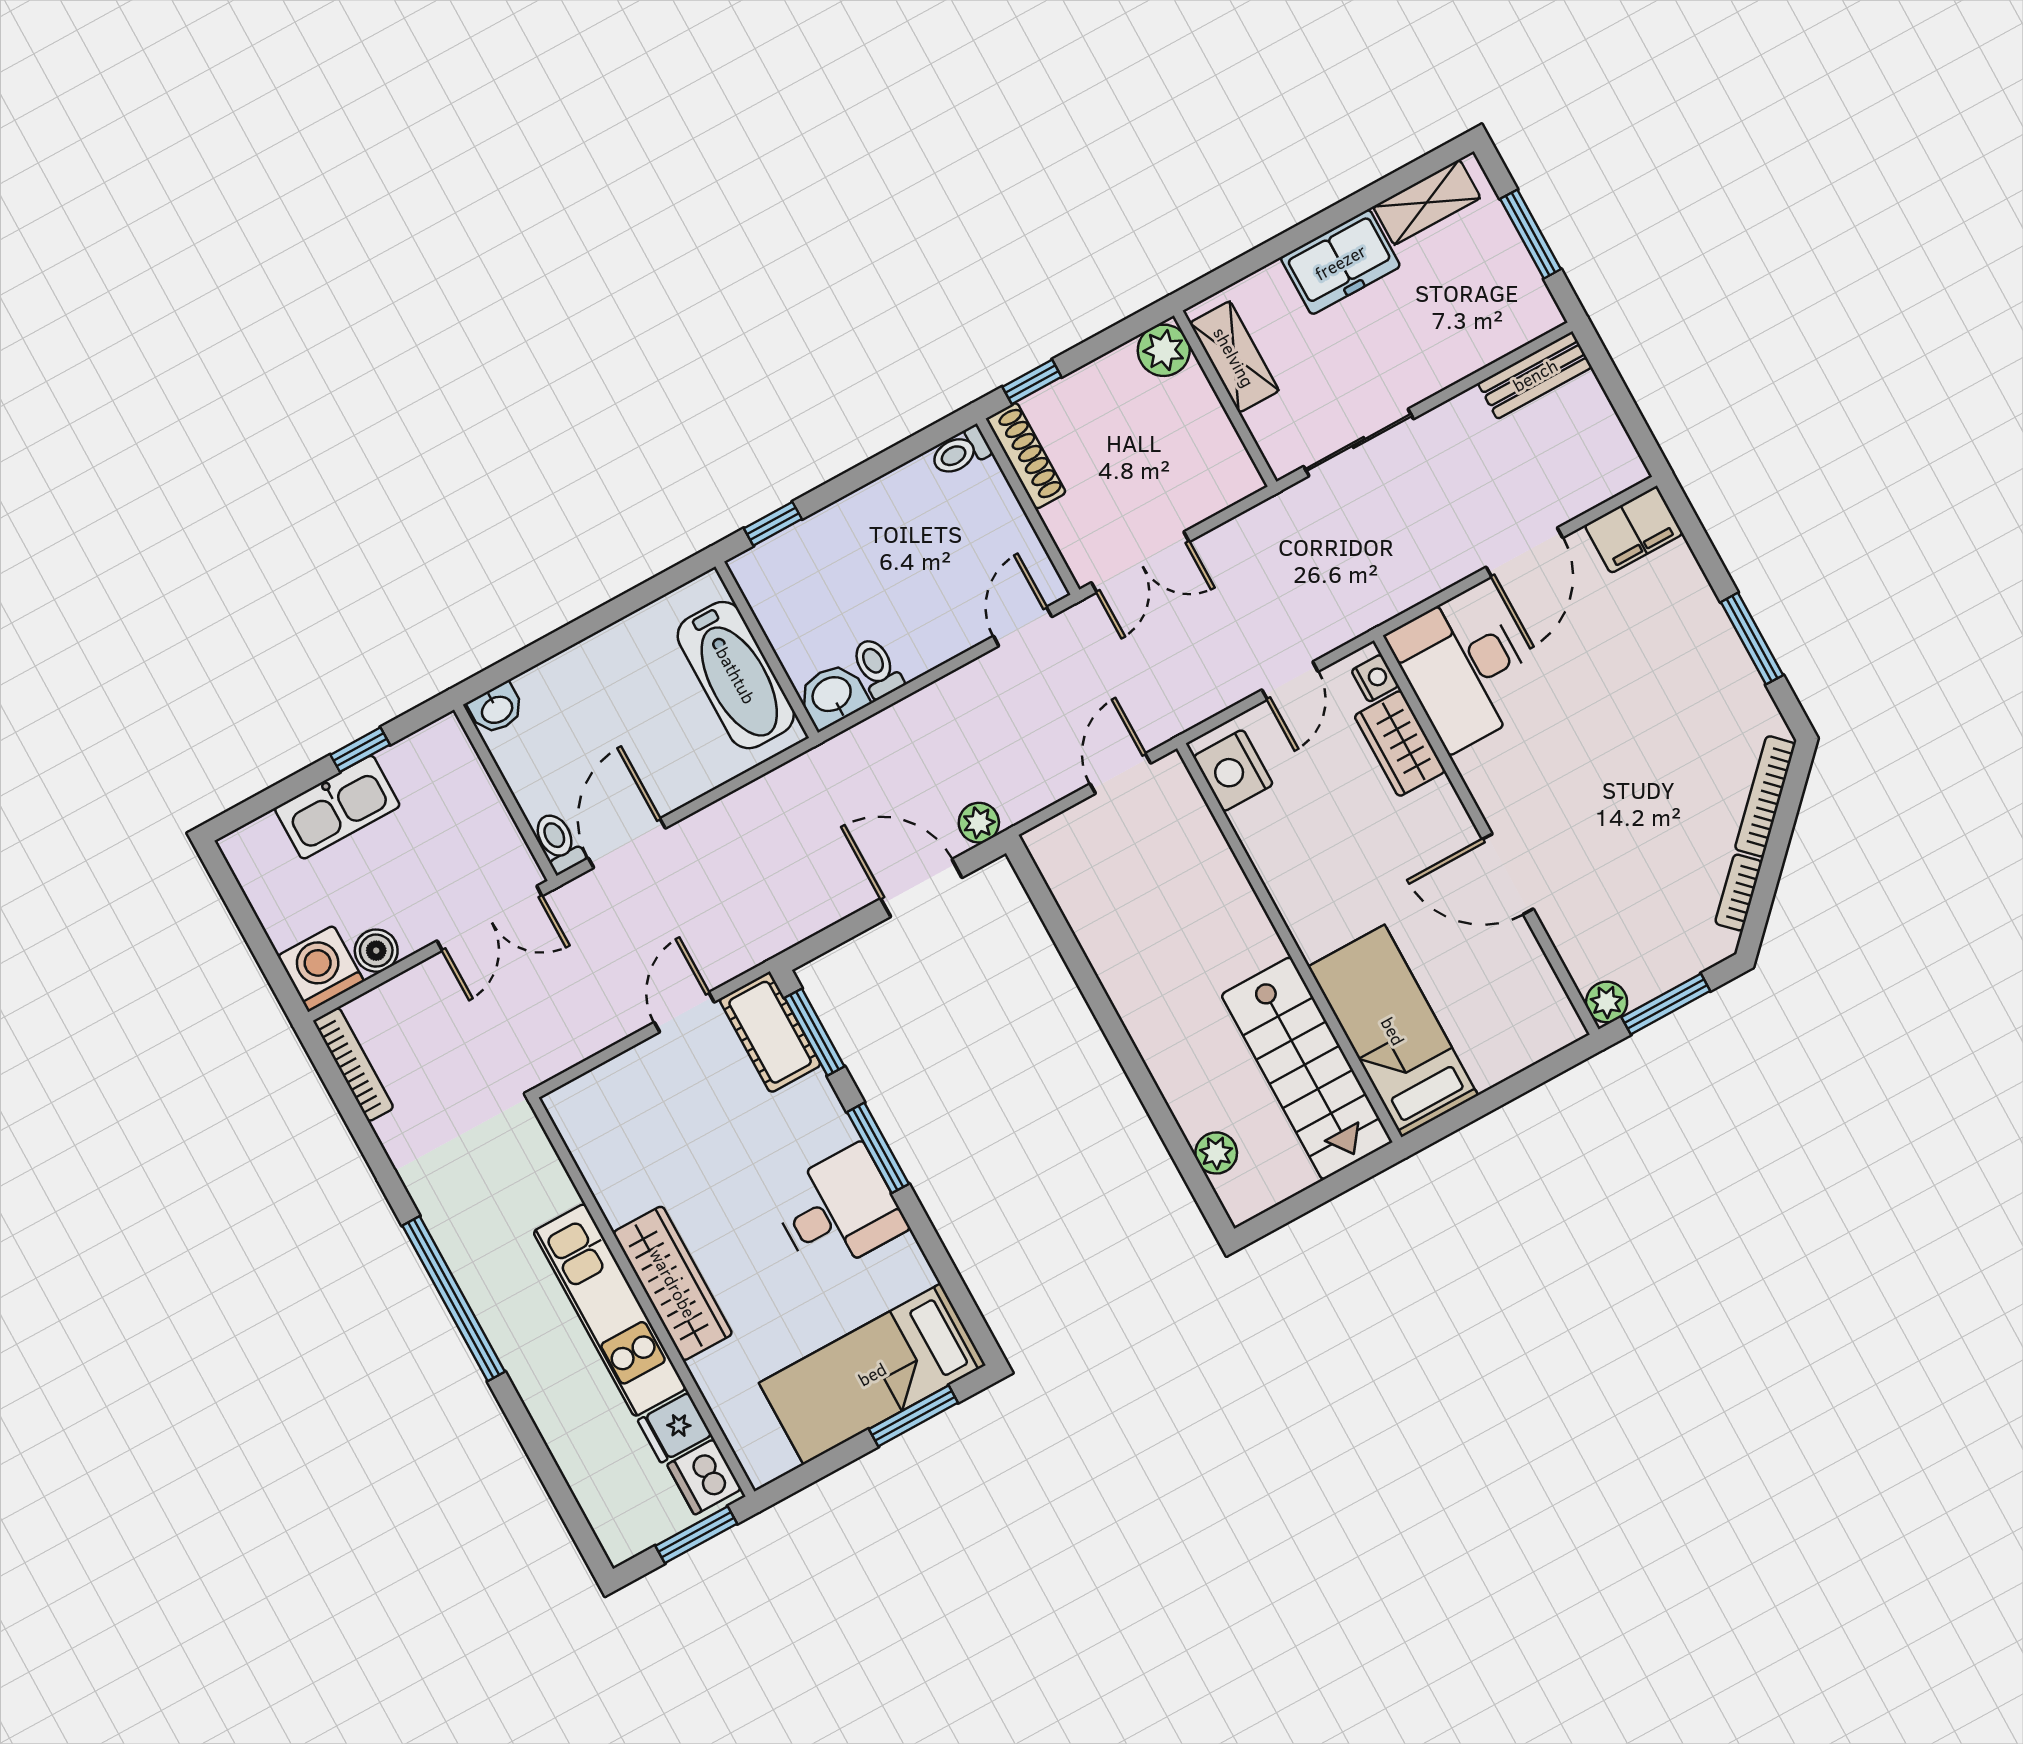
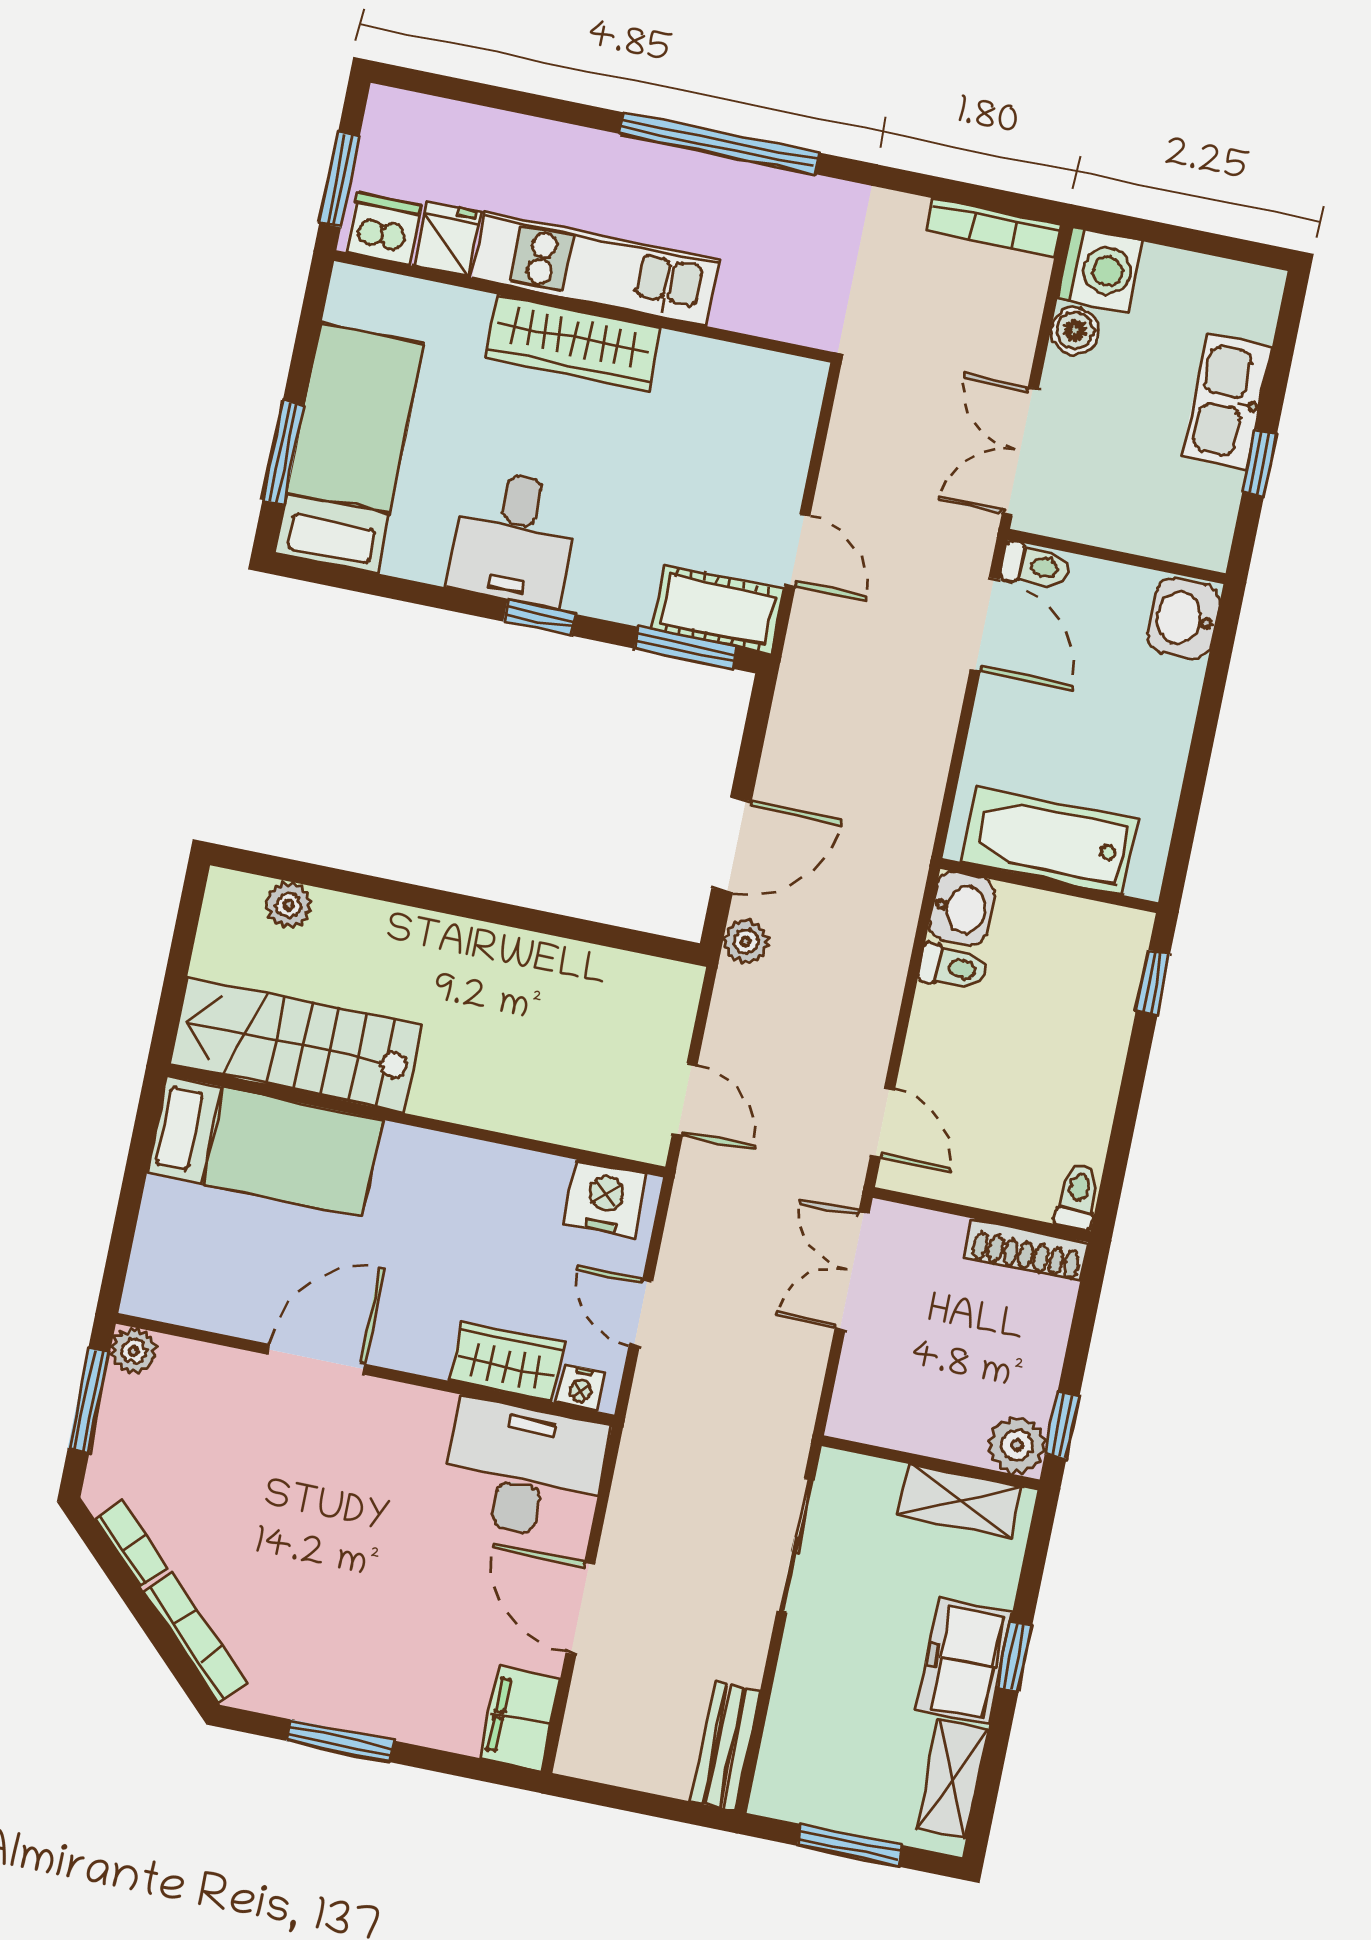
window: (1308, 231) -> (1015, 1656), added
window: (1032, 382) -> (1062, 1425), moved
washbasin: (496, 709) -> (1183, 619), width x1.38, depth x1.45
window: (878, 1148) -> (540, 618), width x0.67

